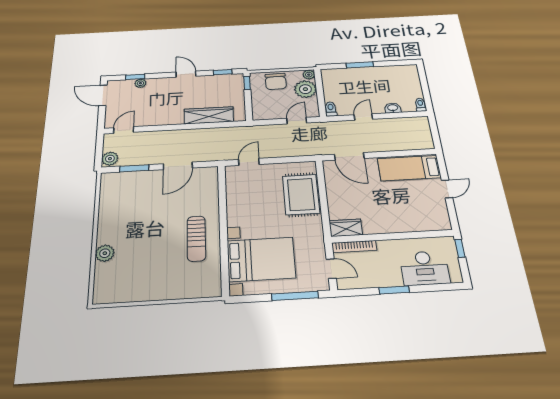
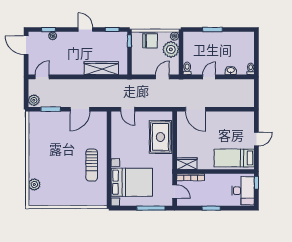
chair: (276, 81) -> (150, 41), turned -89
door: (249, 162) -> (128, 109), swing flipped
bed: (409, 168) -> (234, 158), moved
plant: (105, 253) -> (34, 184), moved
desk: (424, 268) -> (243, 191), moved, turned -90

